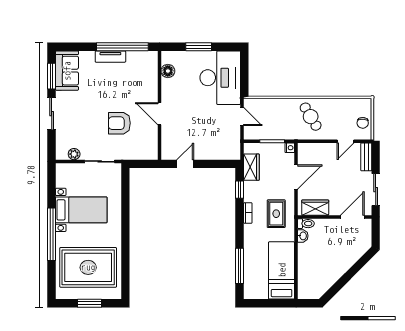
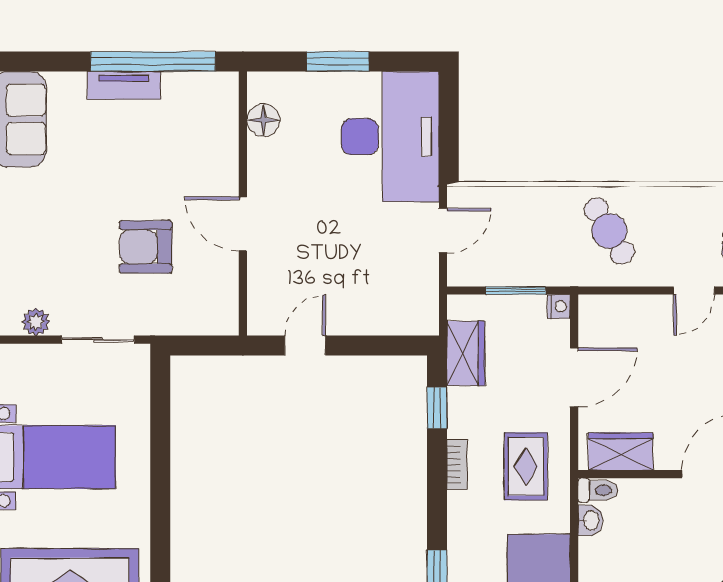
door: (242, 116) -> (443, 230), hinge flipped

